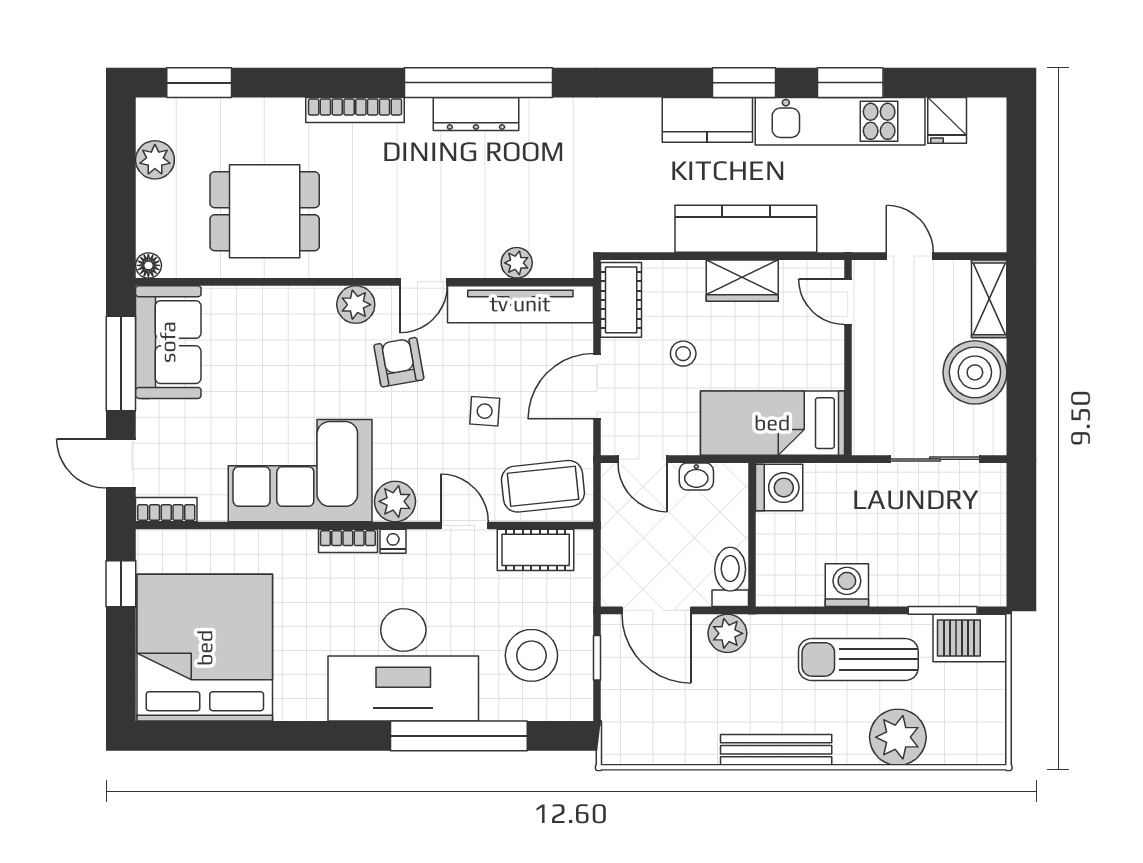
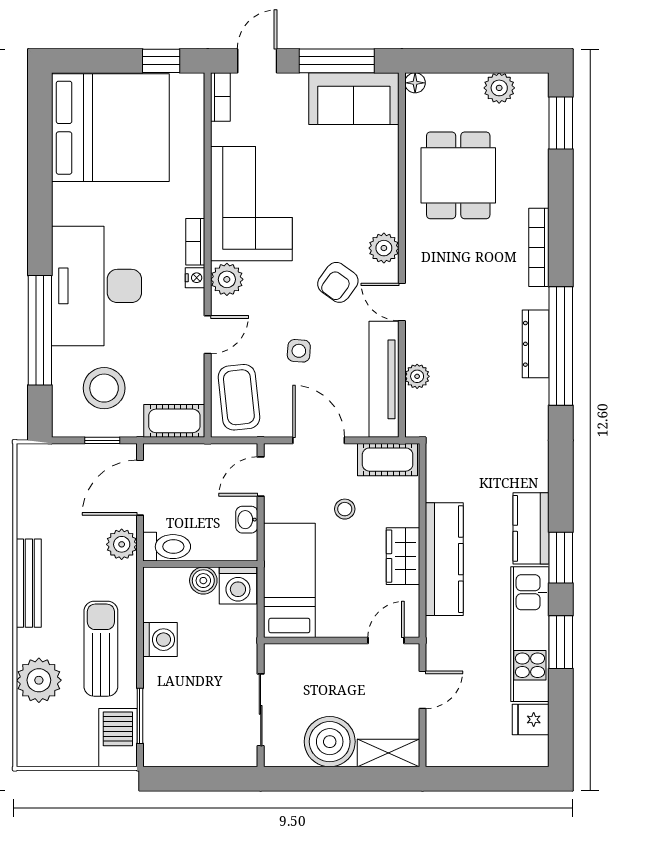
armchair: (399, 362) -> (338, 282), turned 136
boiler: (773, 531) -> (203, 581), added
cot: (536, 550) -> (174, 421), moved, turned 90

